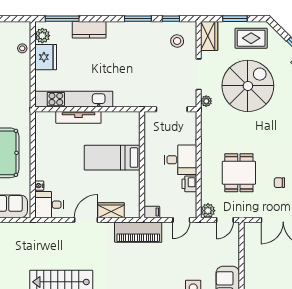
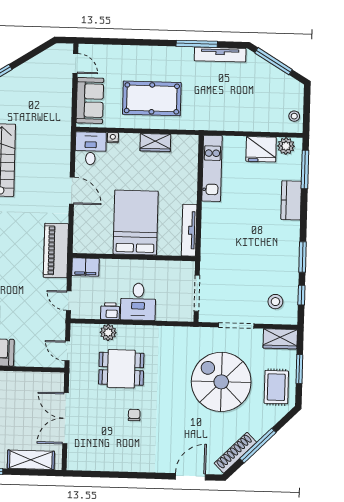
stool: (22, 48) -> (294, 116), moved
spiral stairs: (248, 86) -> (221, 382), turned 180
kitchen unit: (74, 99) -> (212, 168), width x0.73
plant: (206, 101) -> (205, 333), removed
tv unit: (78, 117) -> (189, 230), moved
bed: (112, 158) -> (136, 223), width x1.50
chair: (279, 183) -> (134, 415), moved
wardrobe: (111, 210) -> (155, 143), moved, turned 90
plant: (208, 211) -> (108, 333), moved
filing cabinet: (152, 212) -> (85, 267), width x2.00

